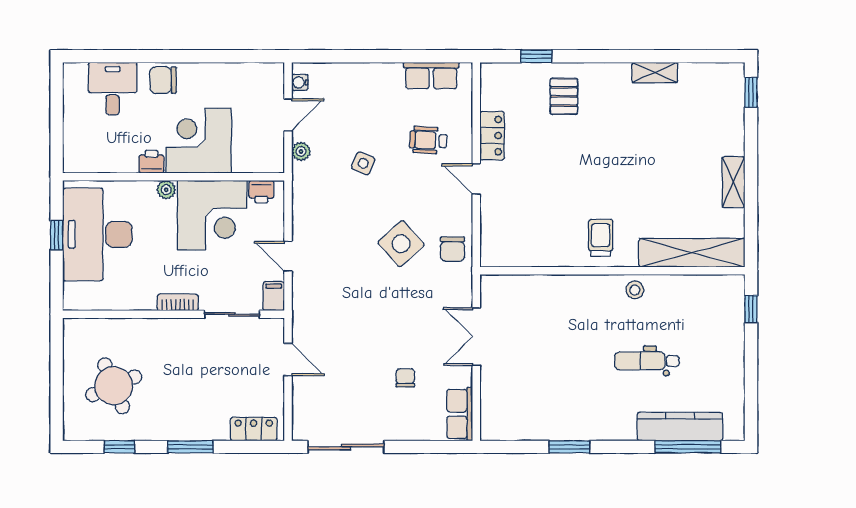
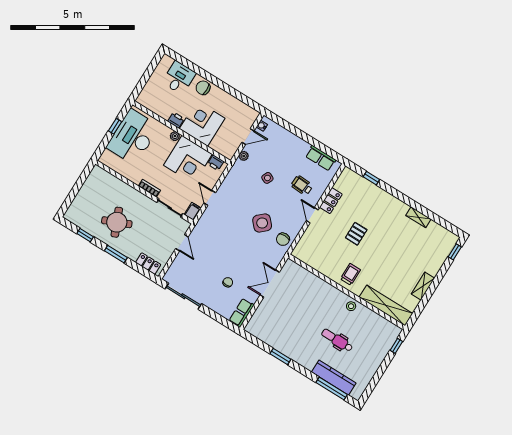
pallet: (564, 96) -> (356, 234), moved
round table: (114, 386) -> (117, 222), moved

